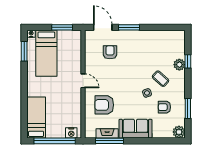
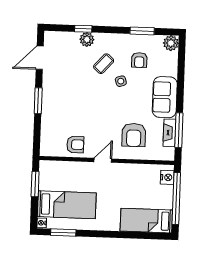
door: (103, 27) -> (40, 58), moved
armchair: (110, 52) -> (75, 145), moved, turned 180

